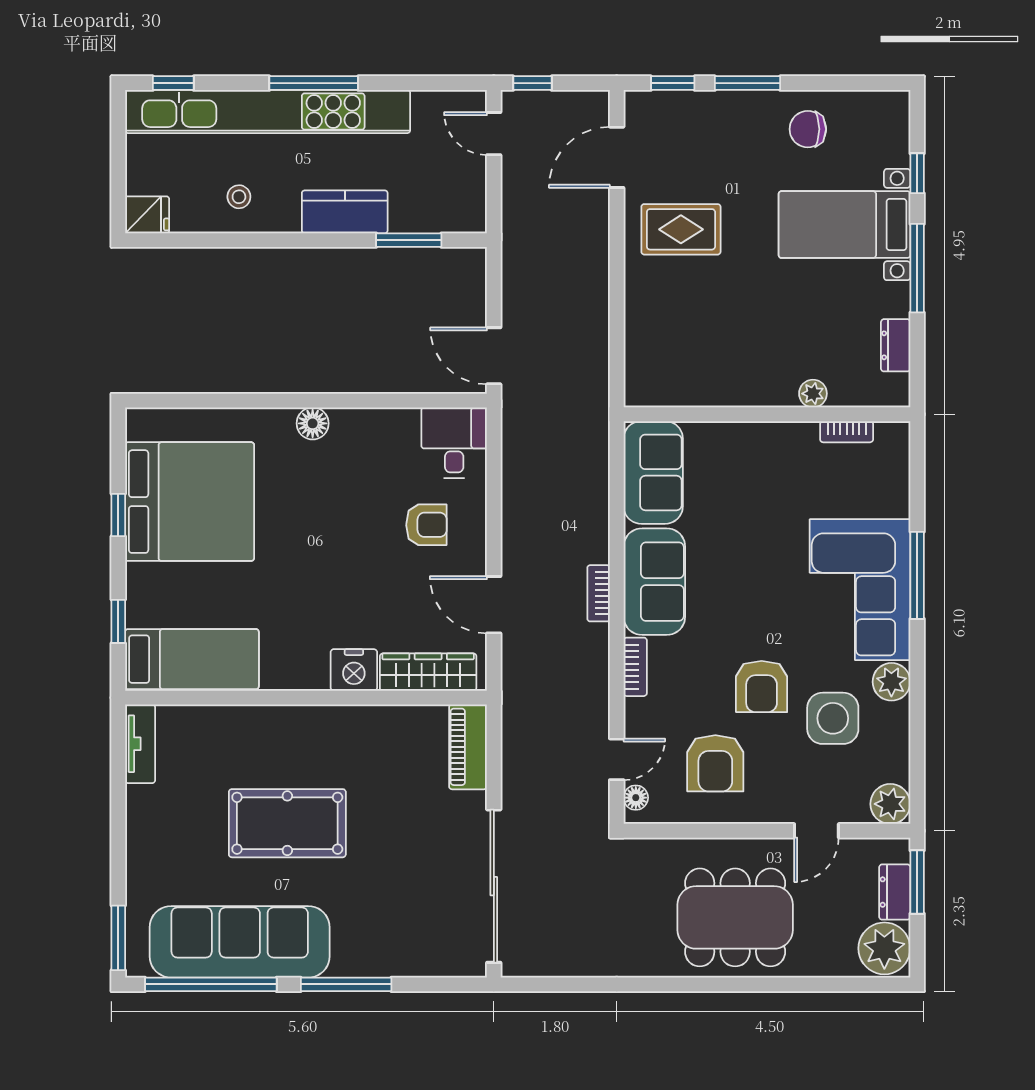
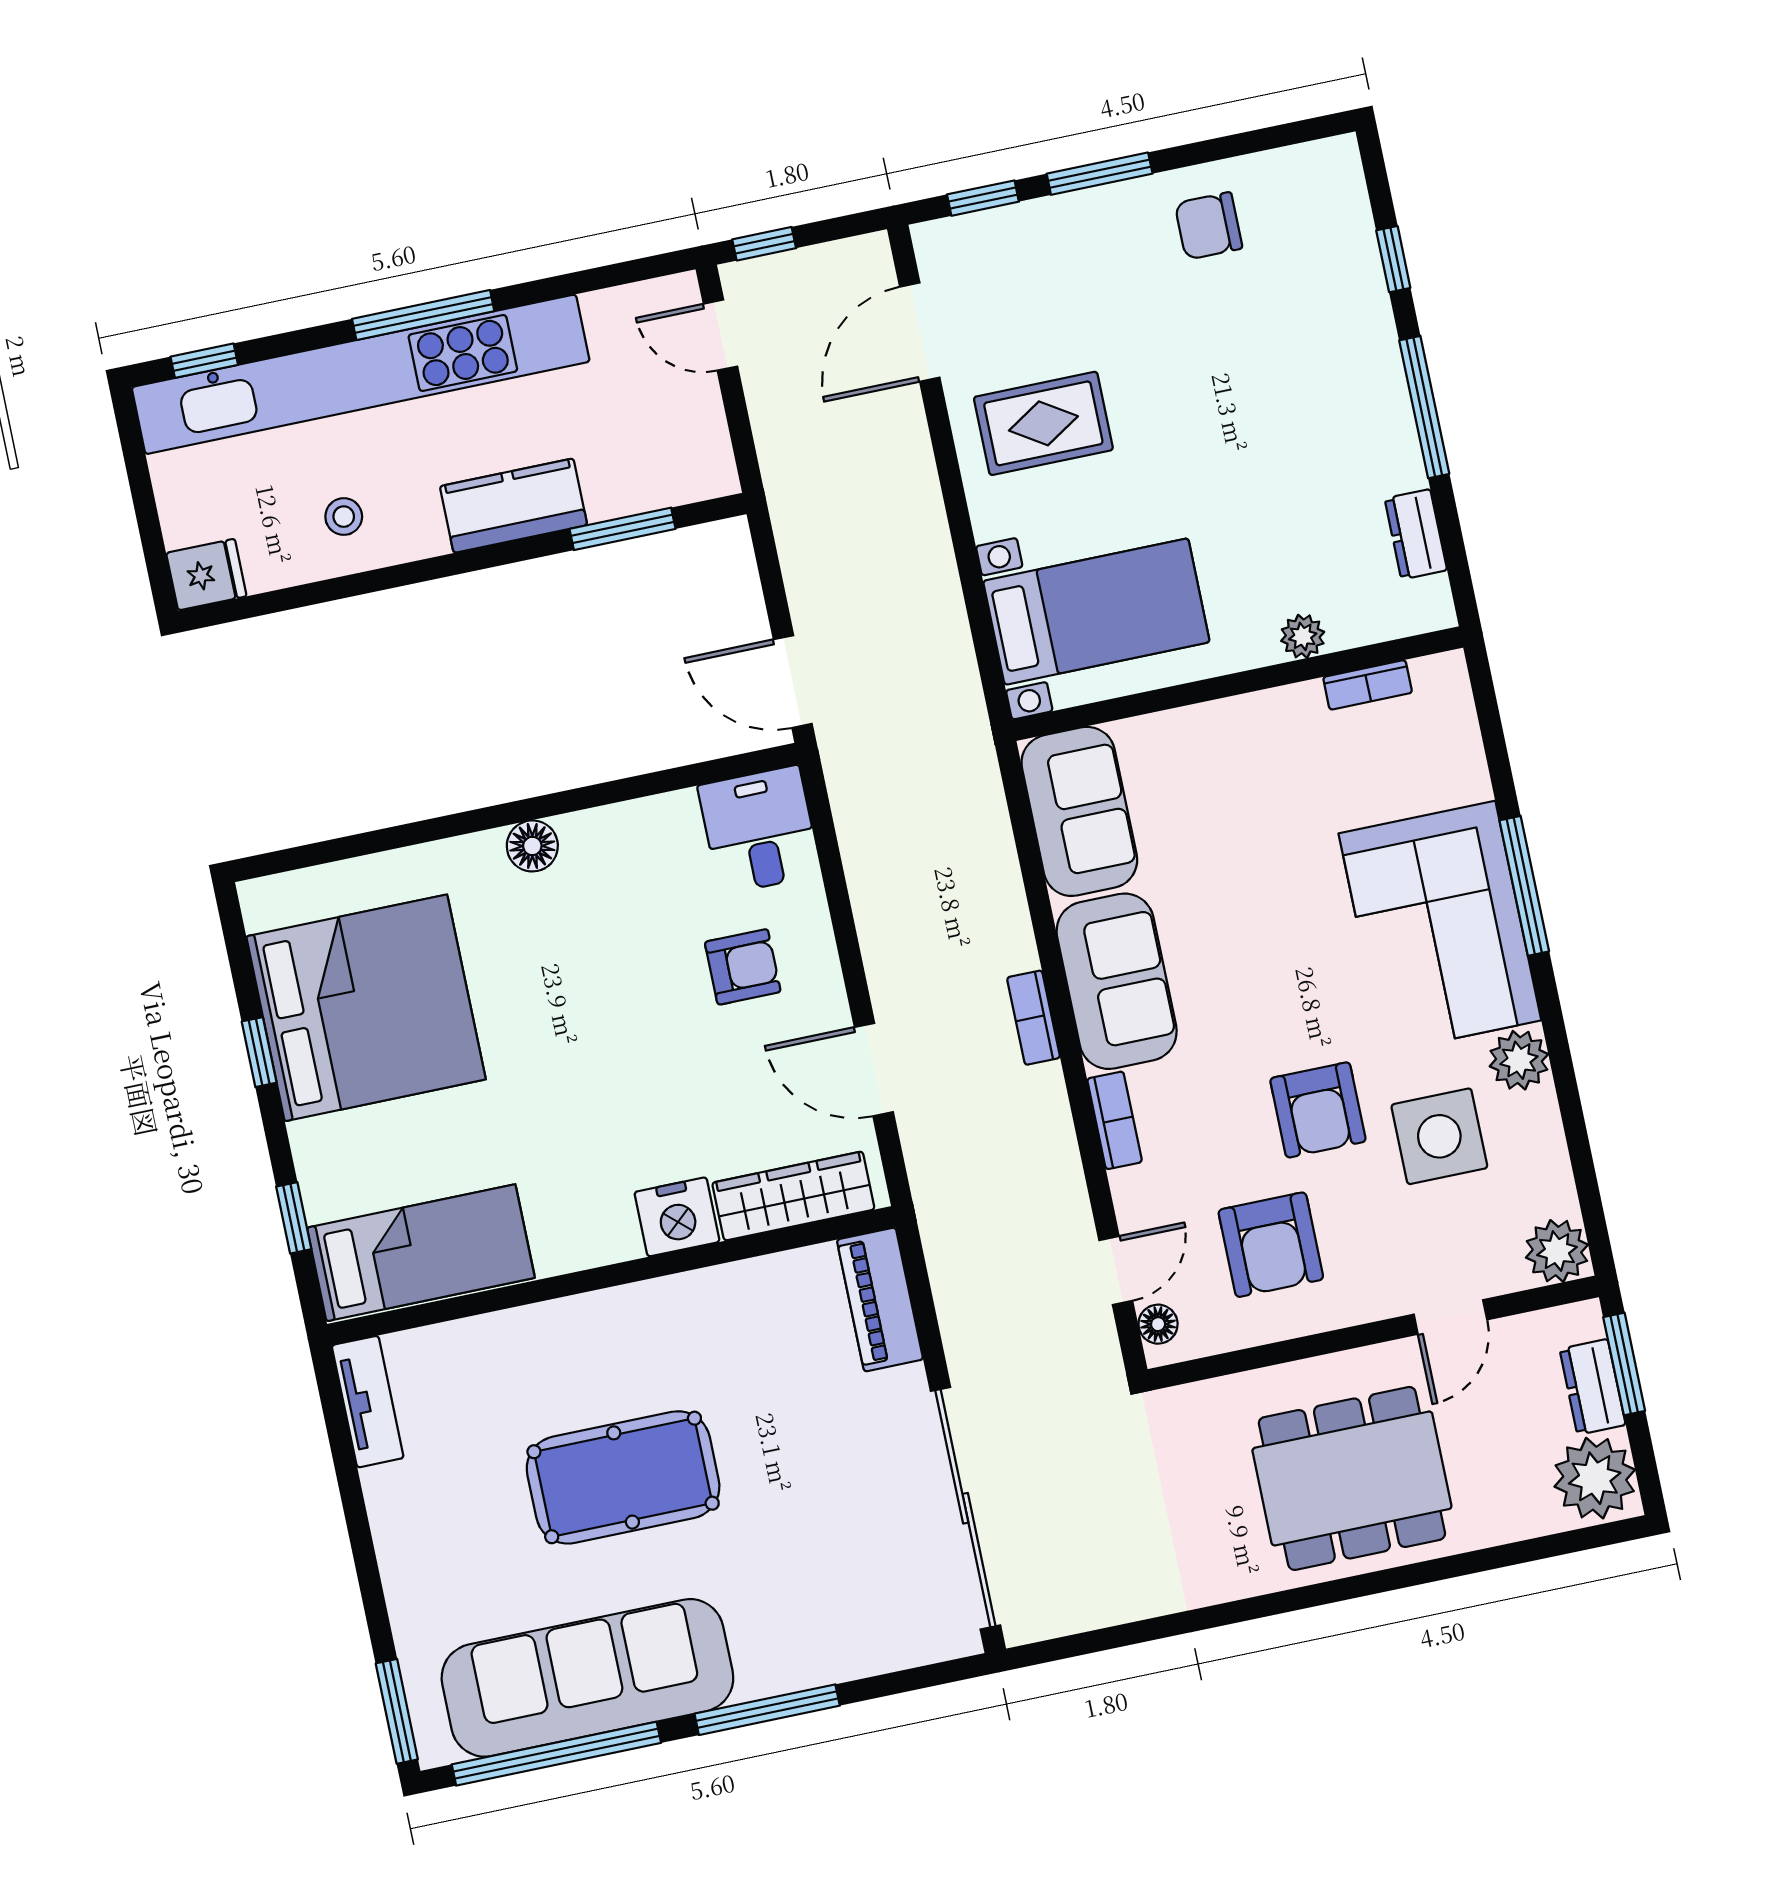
bed with nightstands: (844, 225) -> (1096, 612), moved, turned 180

